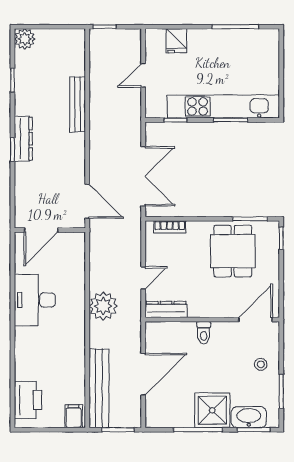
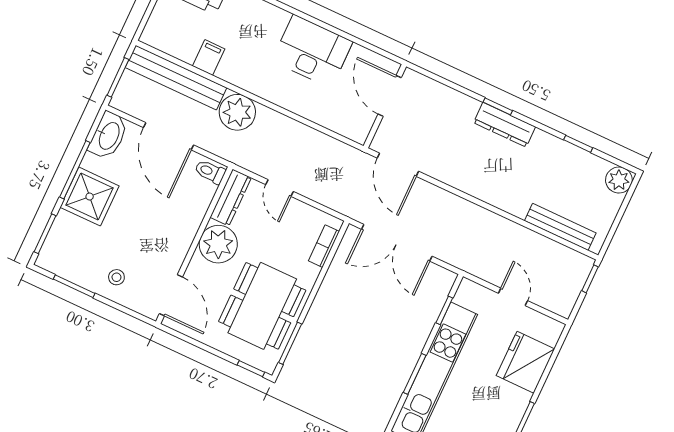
fridge: (176, 41) -> (526, 362), width x1.88, depth x1.34
bench: (78, 104) -> (560, 227), moved
door: (87, 201) -> (398, 165), hinge flipped
dining table: (233, 251) -> (262, 306), width x1.38
plant: (203, 303) -> (218, 244), added
plant: (103, 306) -> (237, 112), moved
toilet: (204, 333) -> (210, 172), moved
filing cabinet: (74, 416) -> (209, 58), moved, turned -90
washbasin: (249, 417) -> (108, 136), moved

